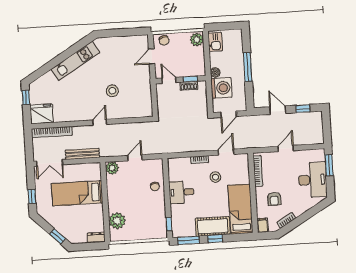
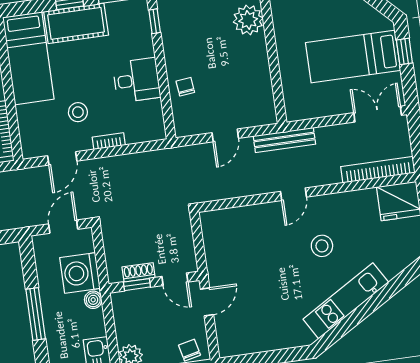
door: (152, 56) -> (207, 302), moved
stool: (112, 91) -> (322, 246), moved
bench: (82, 154) -> (284, 140), moved
plant: (112, 168) -> (265, 114), removed
bed: (77, 193) -> (353, 57), moved, turned 180

